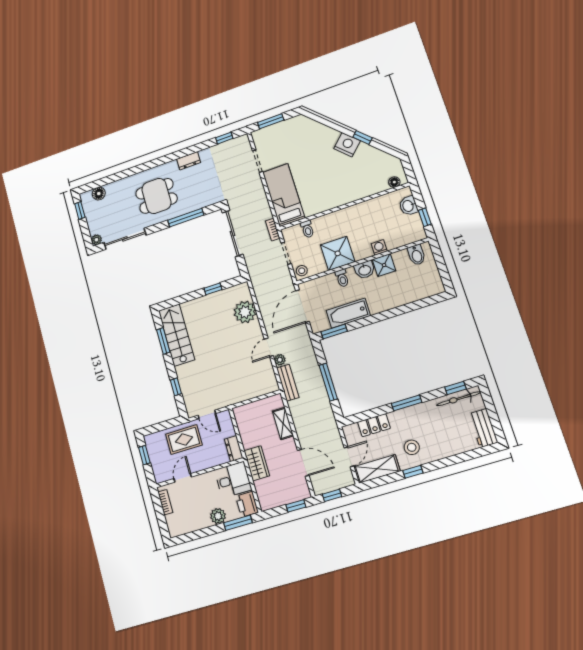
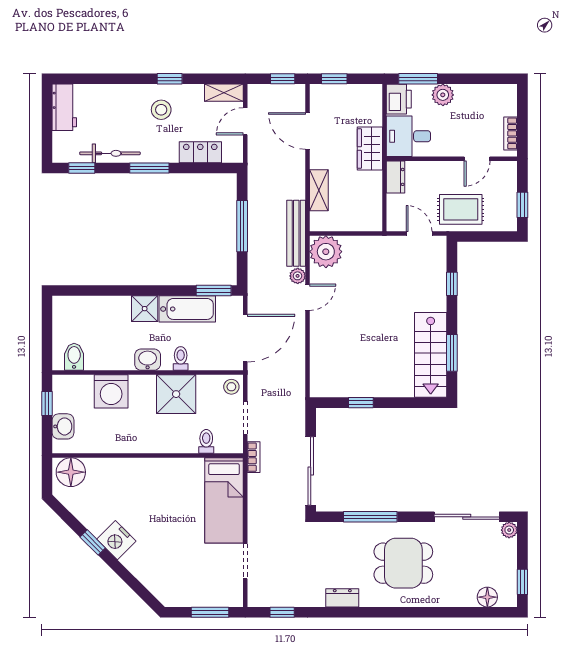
floor lamp: (394, 182) -> (71, 472), width x1.89, depth x1.89
washing machine: (379, 247) -> (111, 391), width x1.89, depth x1.89
shower: (384, 265) -> (145, 309), moved
plant: (245, 312) -> (326, 252), moved
bench: (288, 383) -> (296, 233), width x1.36
bicycle: (459, 399) -> (110, 153), moved
shelving: (377, 469) -> (224, 93), width x0.67, depth x0.75

